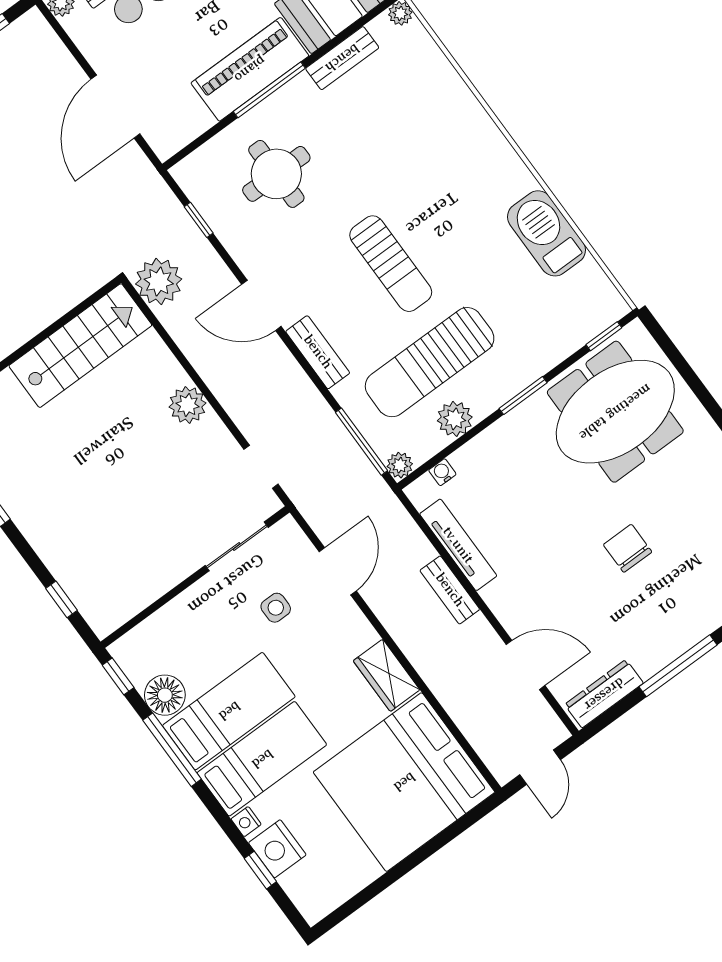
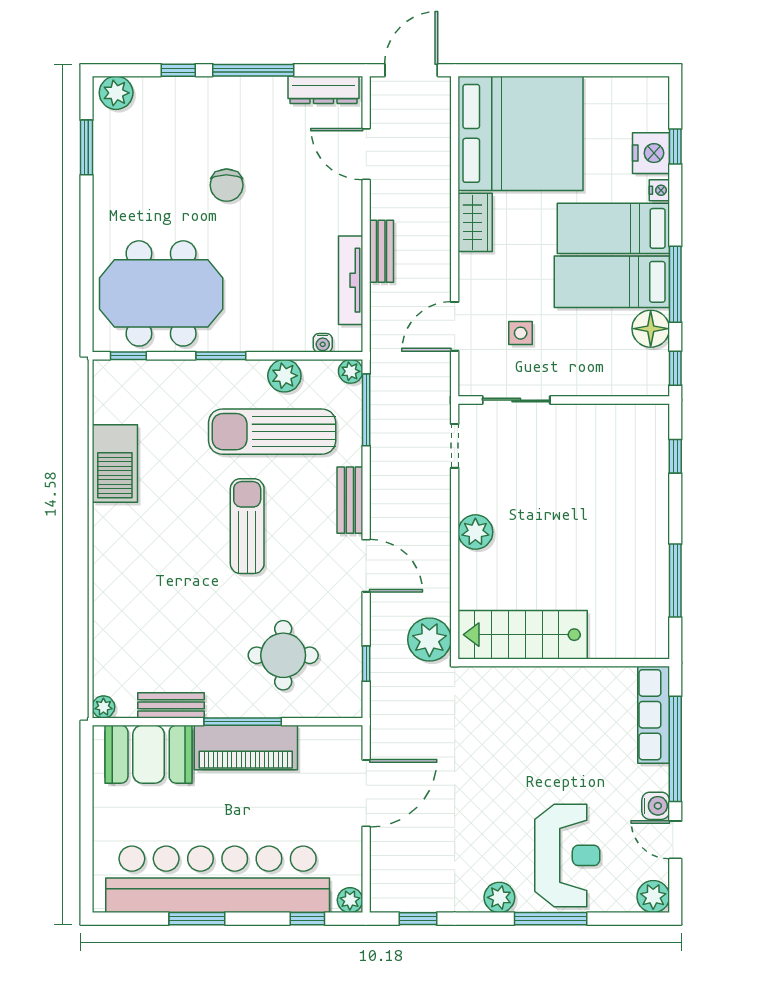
sun lounger: (430, 362) -> (272, 432), turned 180
door: (540, 767) -> (411, 70), width x1.37

